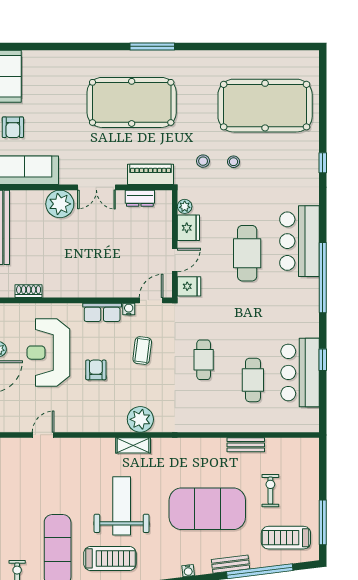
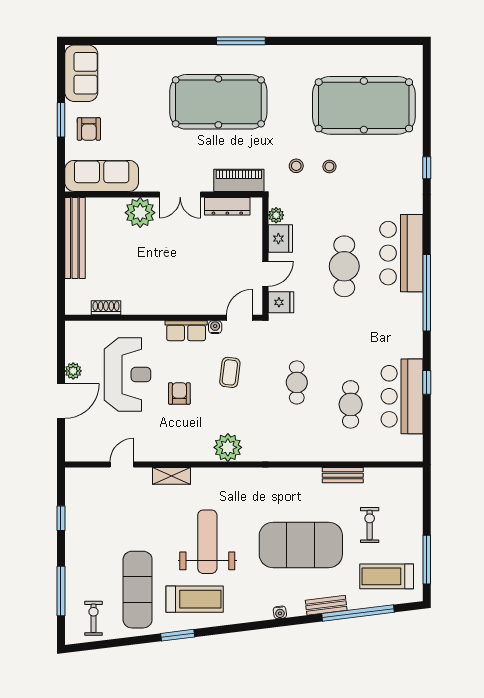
dresser: (140, 198) -> (227, 206), width x1.44
reception desk: (48, 353) -> (128, 375), turned 180
shelving: (133, 445) -> (171, 476), moved

